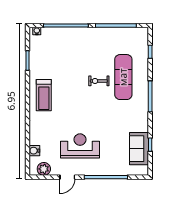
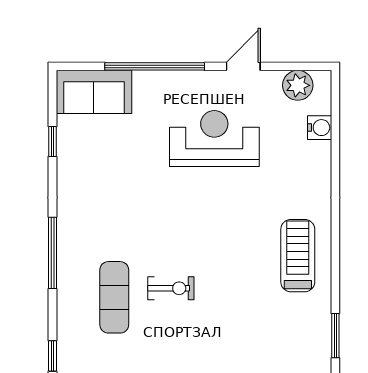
exercise mat: (123, 77) -> (114, 297), width x0.73, depth x0.69
reception desk: (80, 146) -> (214, 138), turned 180
sofa: (139, 149) -> (94, 92), moved, turned 90

